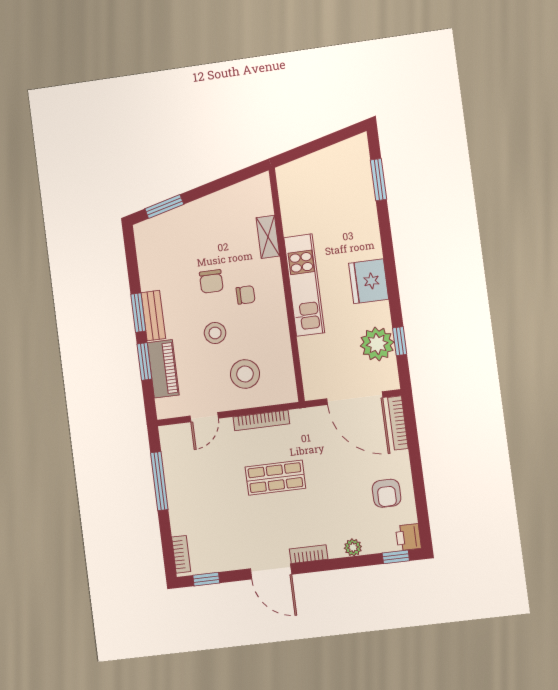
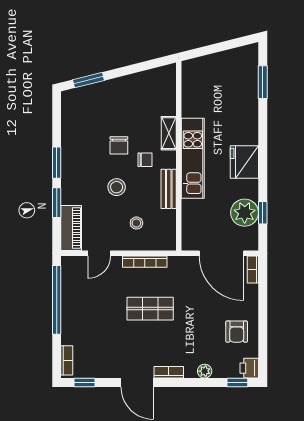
shelving: (268, 237) -> (169, 133), moved
bench: (153, 316) -> (169, 189), moved
piano: (163, 369) -> (71, 228), moved
stool: (245, 374) -> (136, 223), width x0.53, depth x0.53
bookcase: (398, 423) -> (253, 270), width x0.64
window: (159, 481) -> (57, 300), width x1.46

